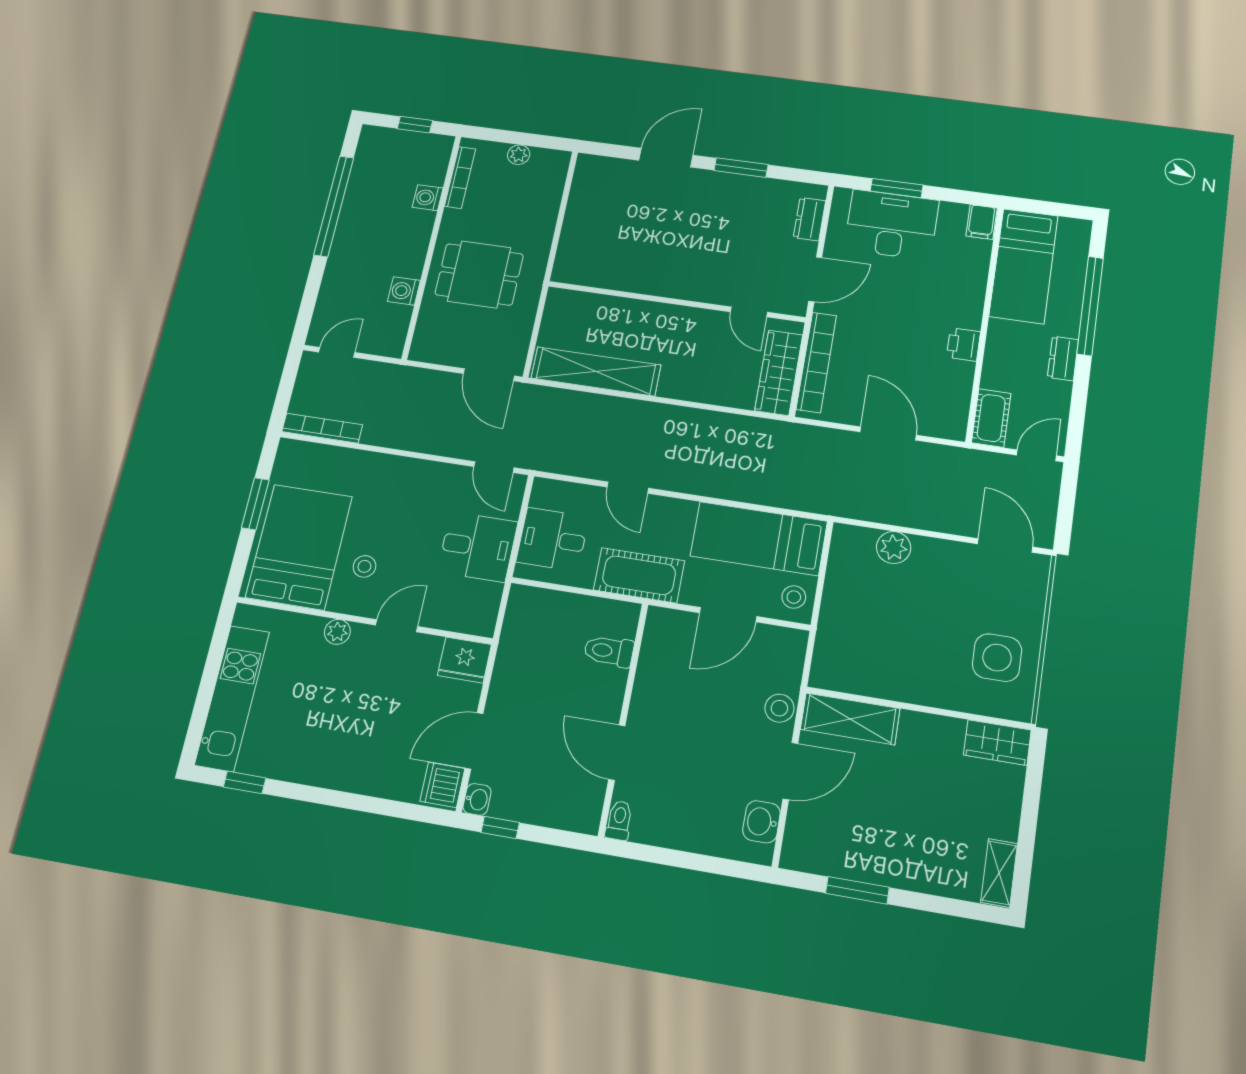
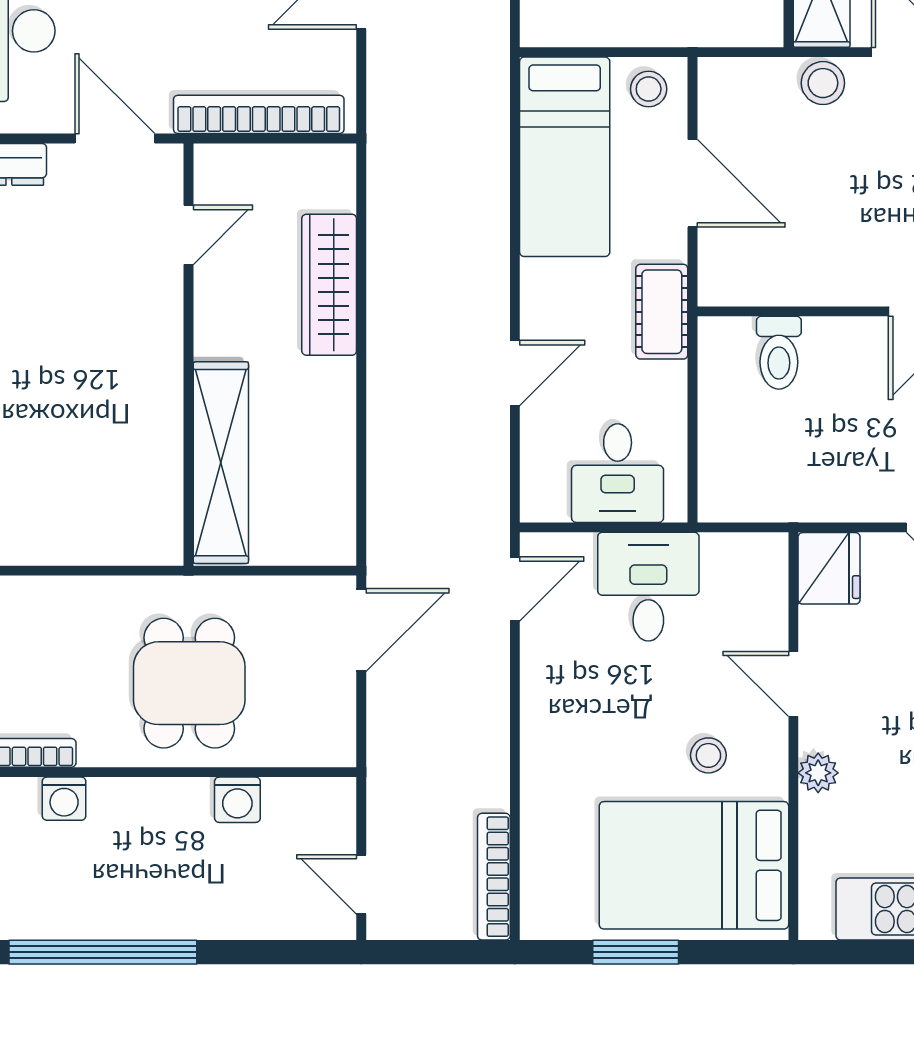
shelving: (596, 371) -> (221, 463), moved
wardrobe: (779, 373) -> (329, 285), moved, turned 90
cot: (639, 575) -> (662, 312), width x0.73, depth x0.75

